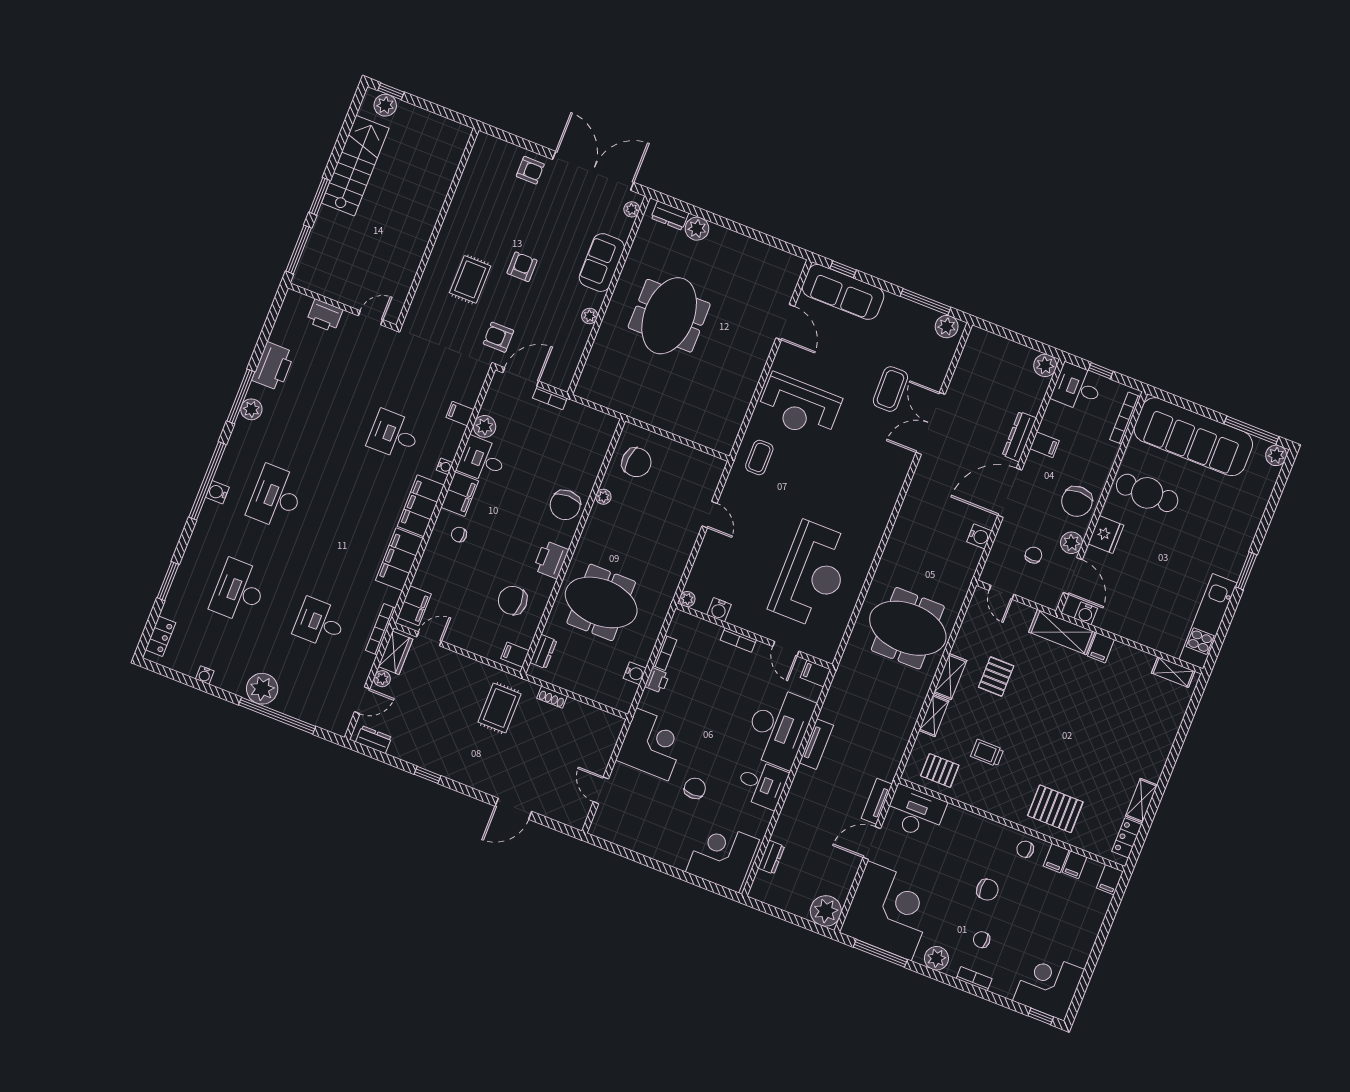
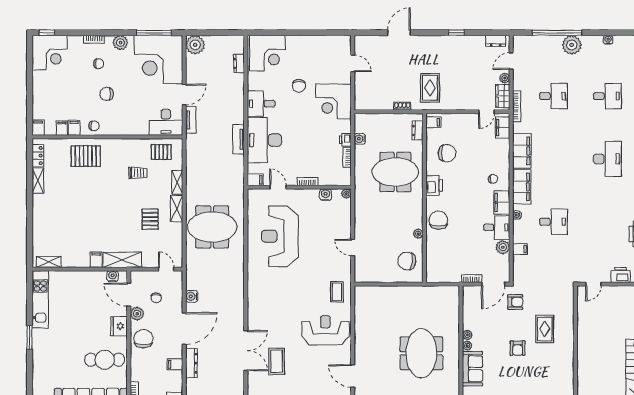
plant: (596, 300) -> (467, 346), added
desk: (239, 591) -> (607, 96), width x0.73

